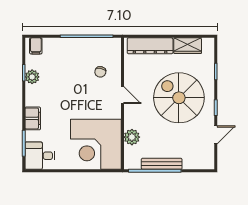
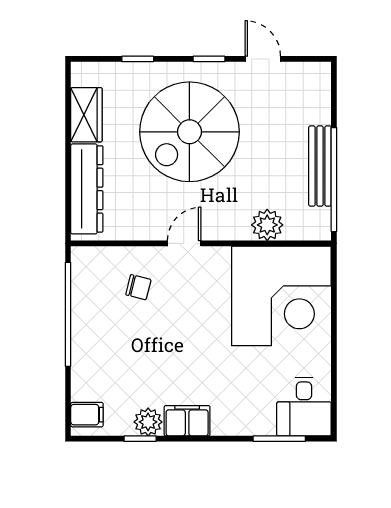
filing cabinet: (33, 118) -> (187, 421), moved

